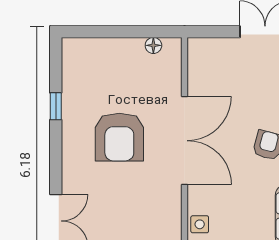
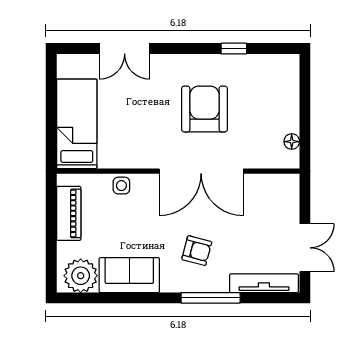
armchair: (119, 137) -> (204, 109), turned 90

